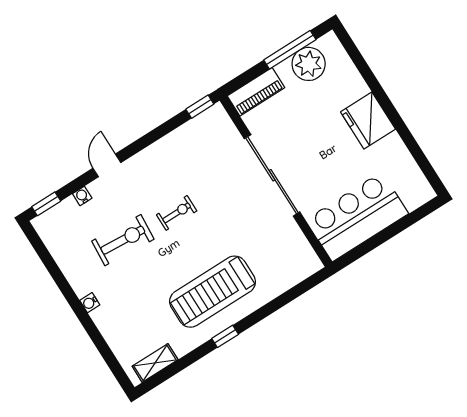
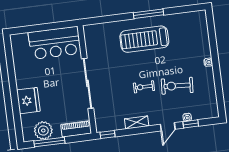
fridge: (368, 121) -> (28, 101), moved
window: (46, 204) -> (191, 124), moved
treadmill: (213, 292) -> (144, 39), turned 180
window: (225, 336) -> (148, 14), width x2.17
shelving: (155, 363) -> (137, 122), moved

